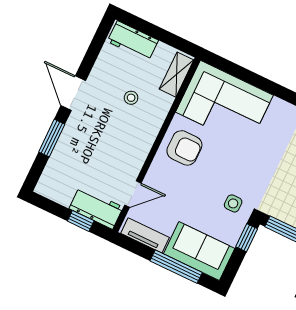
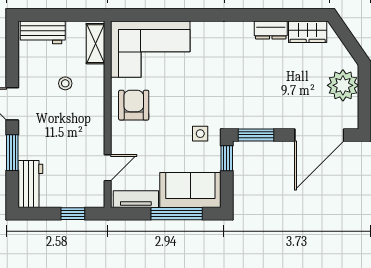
armchair: (184, 148) -> (134, 105), turned -90
workbench: (96, 208) -> (30, 184), moved, turned 90

